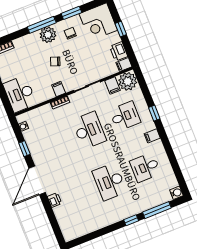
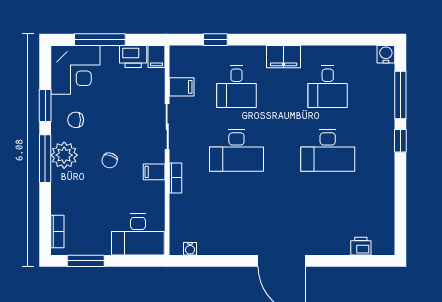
window: (121, 29) -> (100, 40), width x2.17
plant: (128, 81) -> (185, 61), removed
window: (154, 113) -> (215, 40), moved
desk: (125, 116) -> (236, 87), turned 180
desk: (89, 130) -> (236, 150), turned 180
filing cabinet: (152, 136) -> (284, 57), width x2.00
window: (24, 149) -> (225, 261), removed
printer: (54, 200) -> (361, 246), moved

